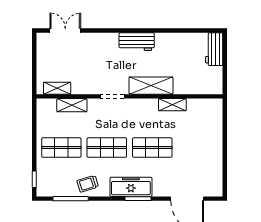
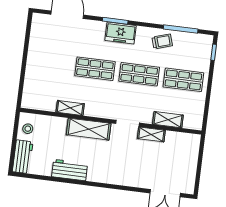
workbench: (137, 42) -> (70, 170), moved
stool: (213, 78) -> (28, 129), added
shelving: (57, 88) -> (151, 134), moved
freezer: (131, 187) -> (121, 33), width x0.71

